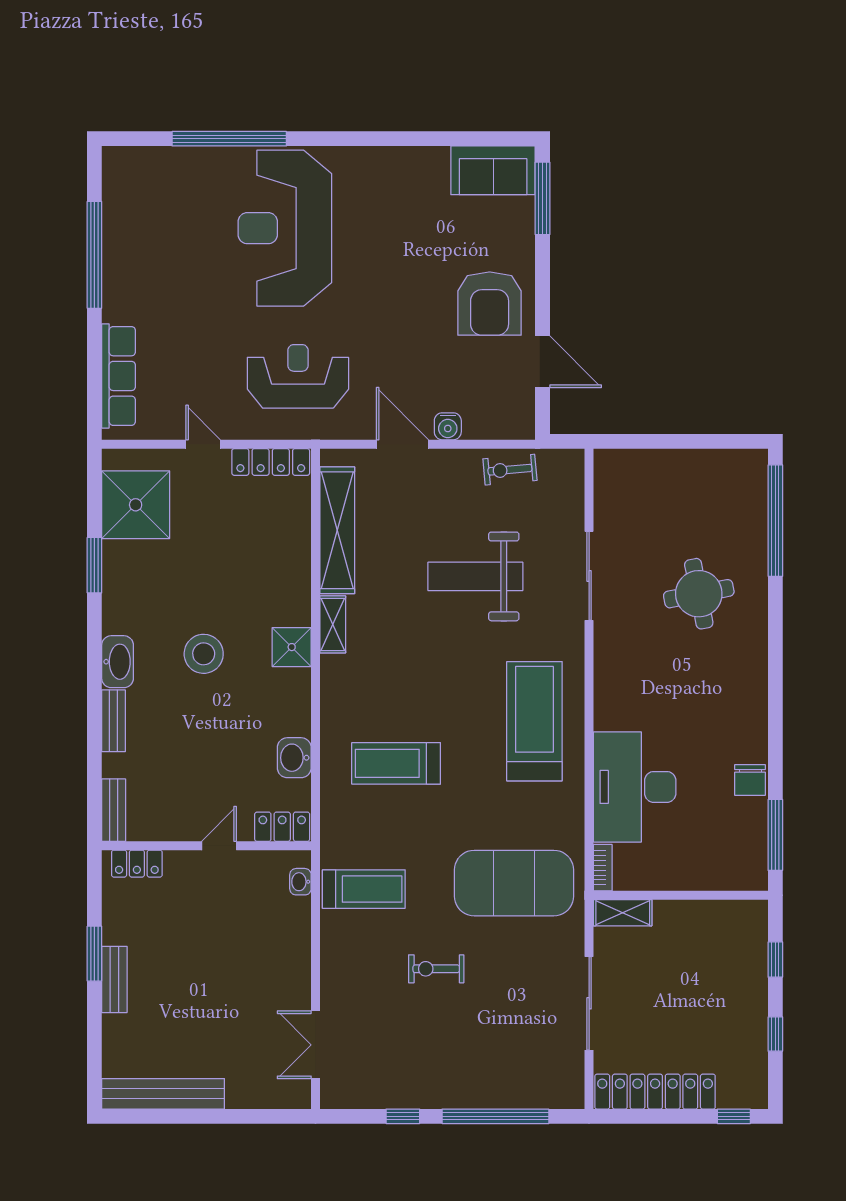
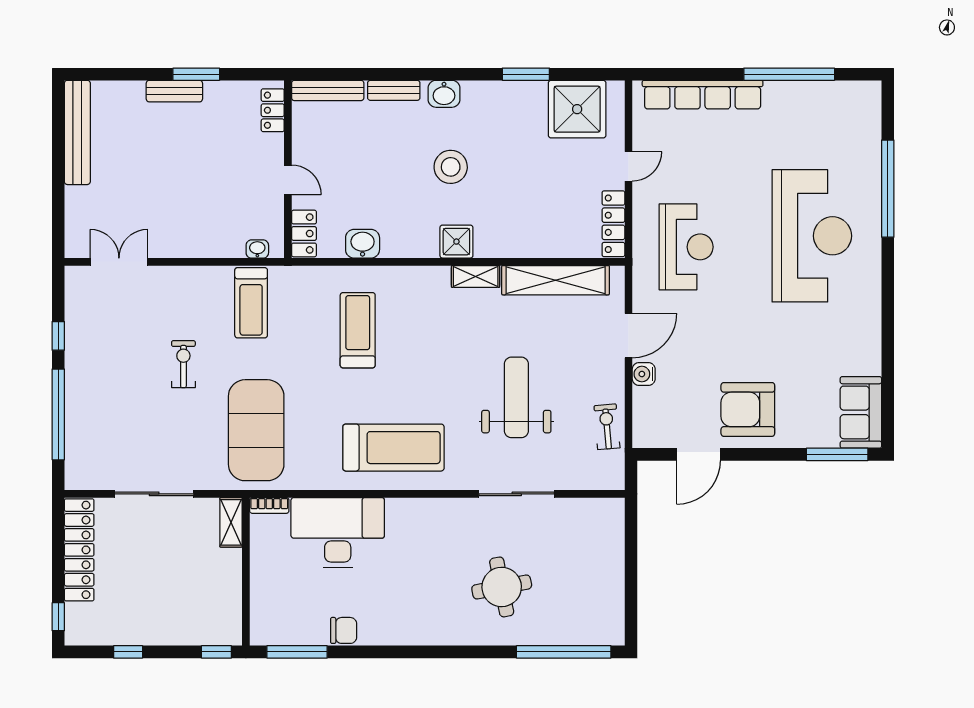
reception desk: (285, 228) -> (812, 236), turned 90
row of seats: (119, 376) -> (703, 95), width x1.36
washbasin: (118, 662) -> (444, 94), width x0.72
chair: (750, 780) -> (344, 630), turned 180
bench: (114, 810) -> (328, 90), width x1.36
window: (775, 960) -> (216, 652), moved

